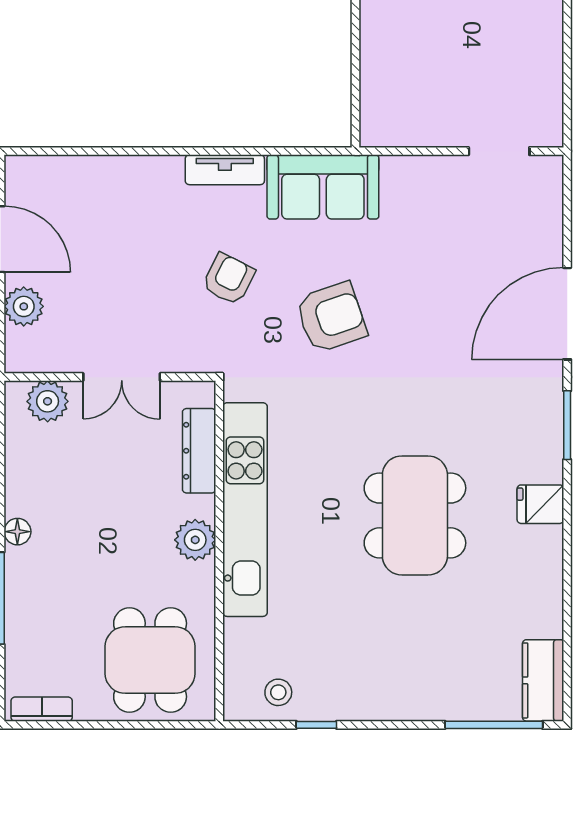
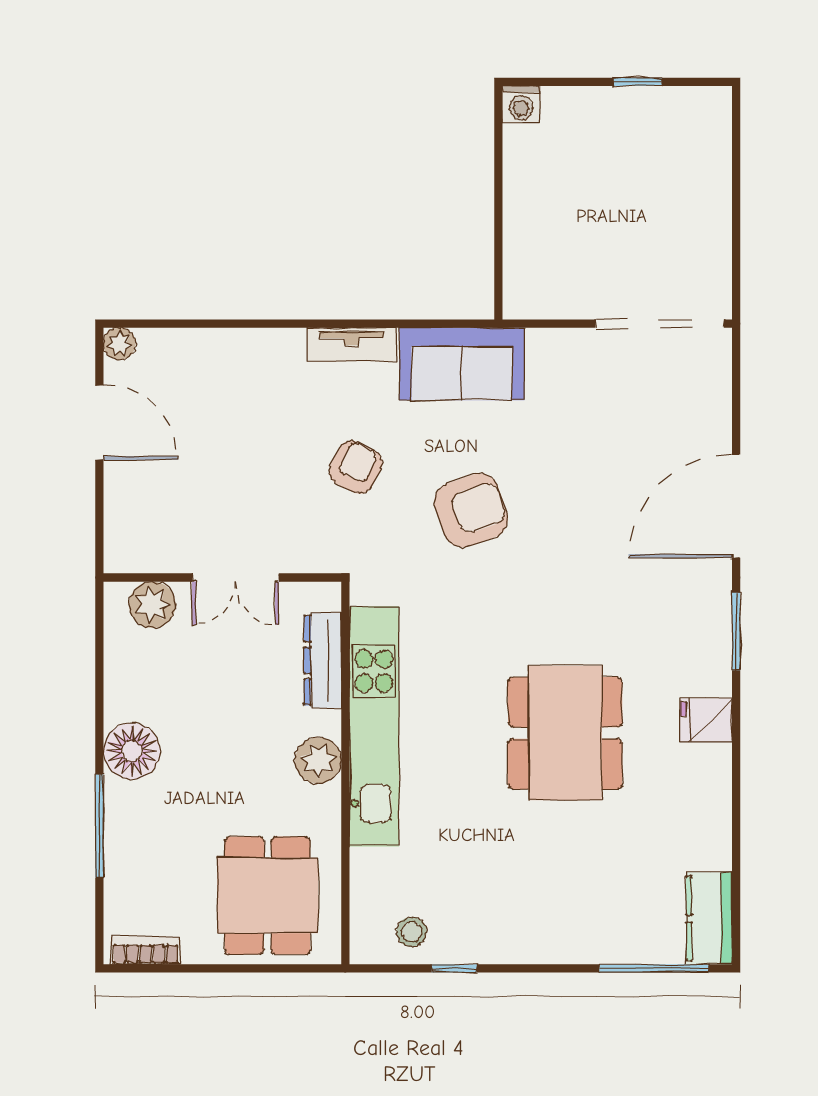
doorway: (499, 151) -> (660, 324), width x1.87
plant: (24, 306) -> (120, 344), moved, width x0.73, depth x0.73
floor lamp: (17, 532) -> (132, 751), width x1.89, depth x1.89

